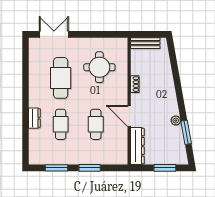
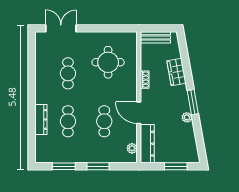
wardrobe: (166, 77) -> (176, 72), added
cafe table: (61, 78) -> (68, 73), width x0.73, depth x0.74
dresser: (34, 118) -> (41, 119), width x1.44
window: (186, 132) -> (193, 102), moved
plant: (123, 150) -> (132, 148), added

